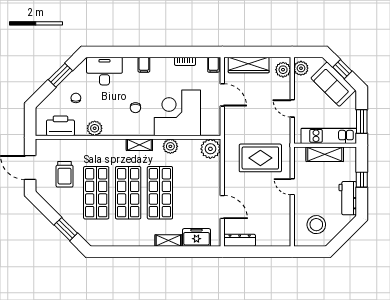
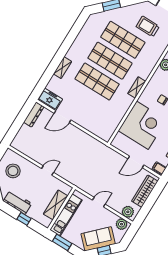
plant: (170, 146) -> (123, 107), removed
plant: (210, 149) -> (105, 132), removed
rug: (260, 158) -> (79, 161), removed
freezer: (196, 237) -> (50, 99), moved, turned -90

